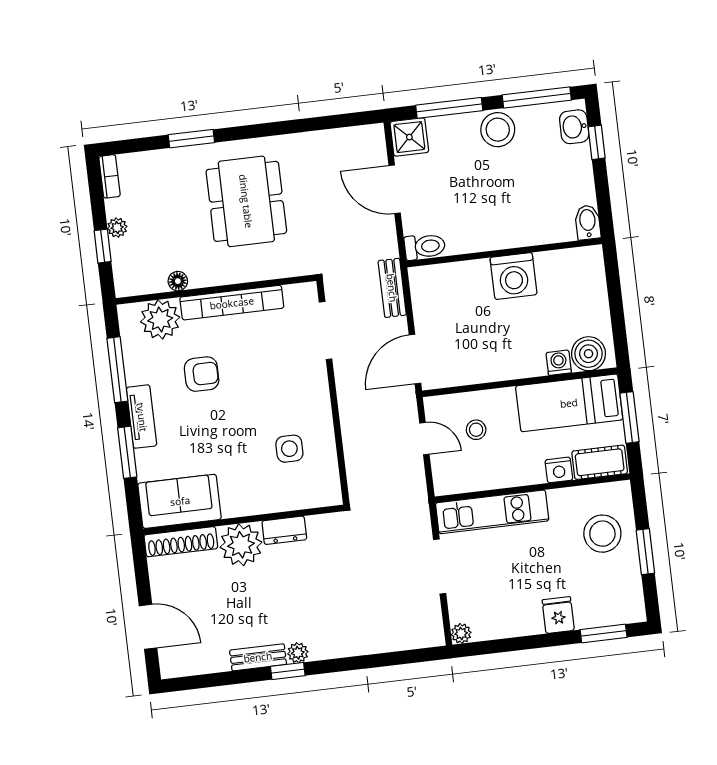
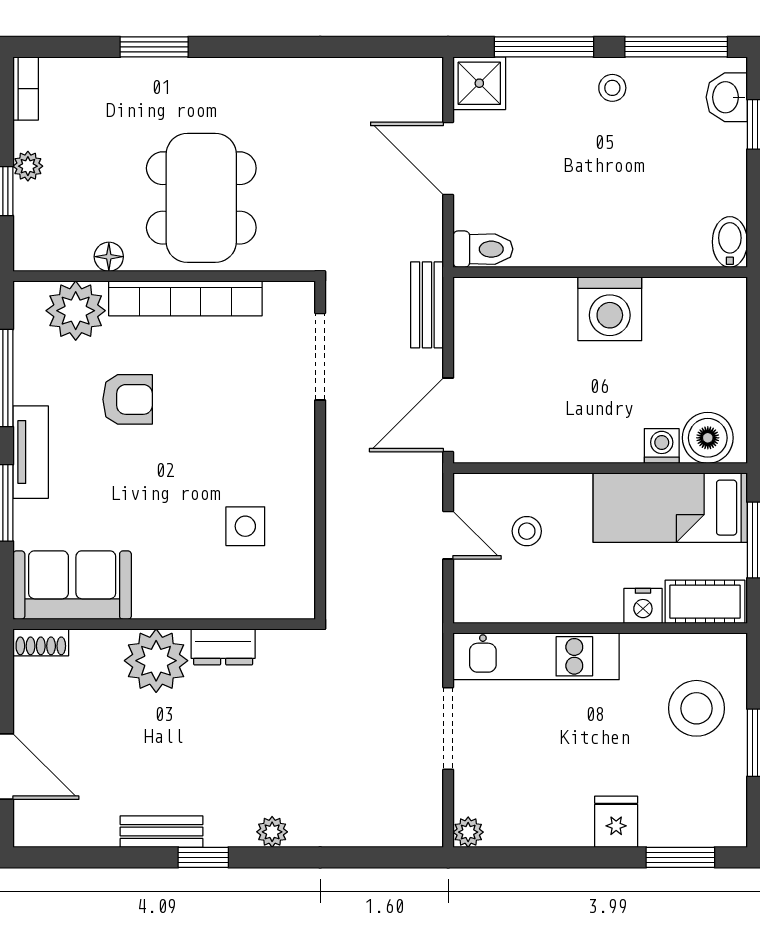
stool: (498, 130) -> (612, 88), width x0.53, depth x0.53
dining table: (246, 201) -> (201, 198), moved
shoe rack: (181, 542) -> (41, 642), width x0.51, depth x0.81
plant: (298, 653) -> (272, 832), moved

